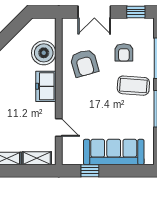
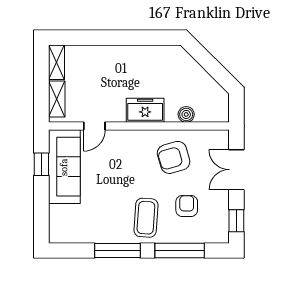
armchair: (124, 52) -> (187, 206), turned 90
boiler: (44, 53) -> (186, 114), width x0.54, depth x0.54
sofa: (114, 152) -> (64, 167), moved

